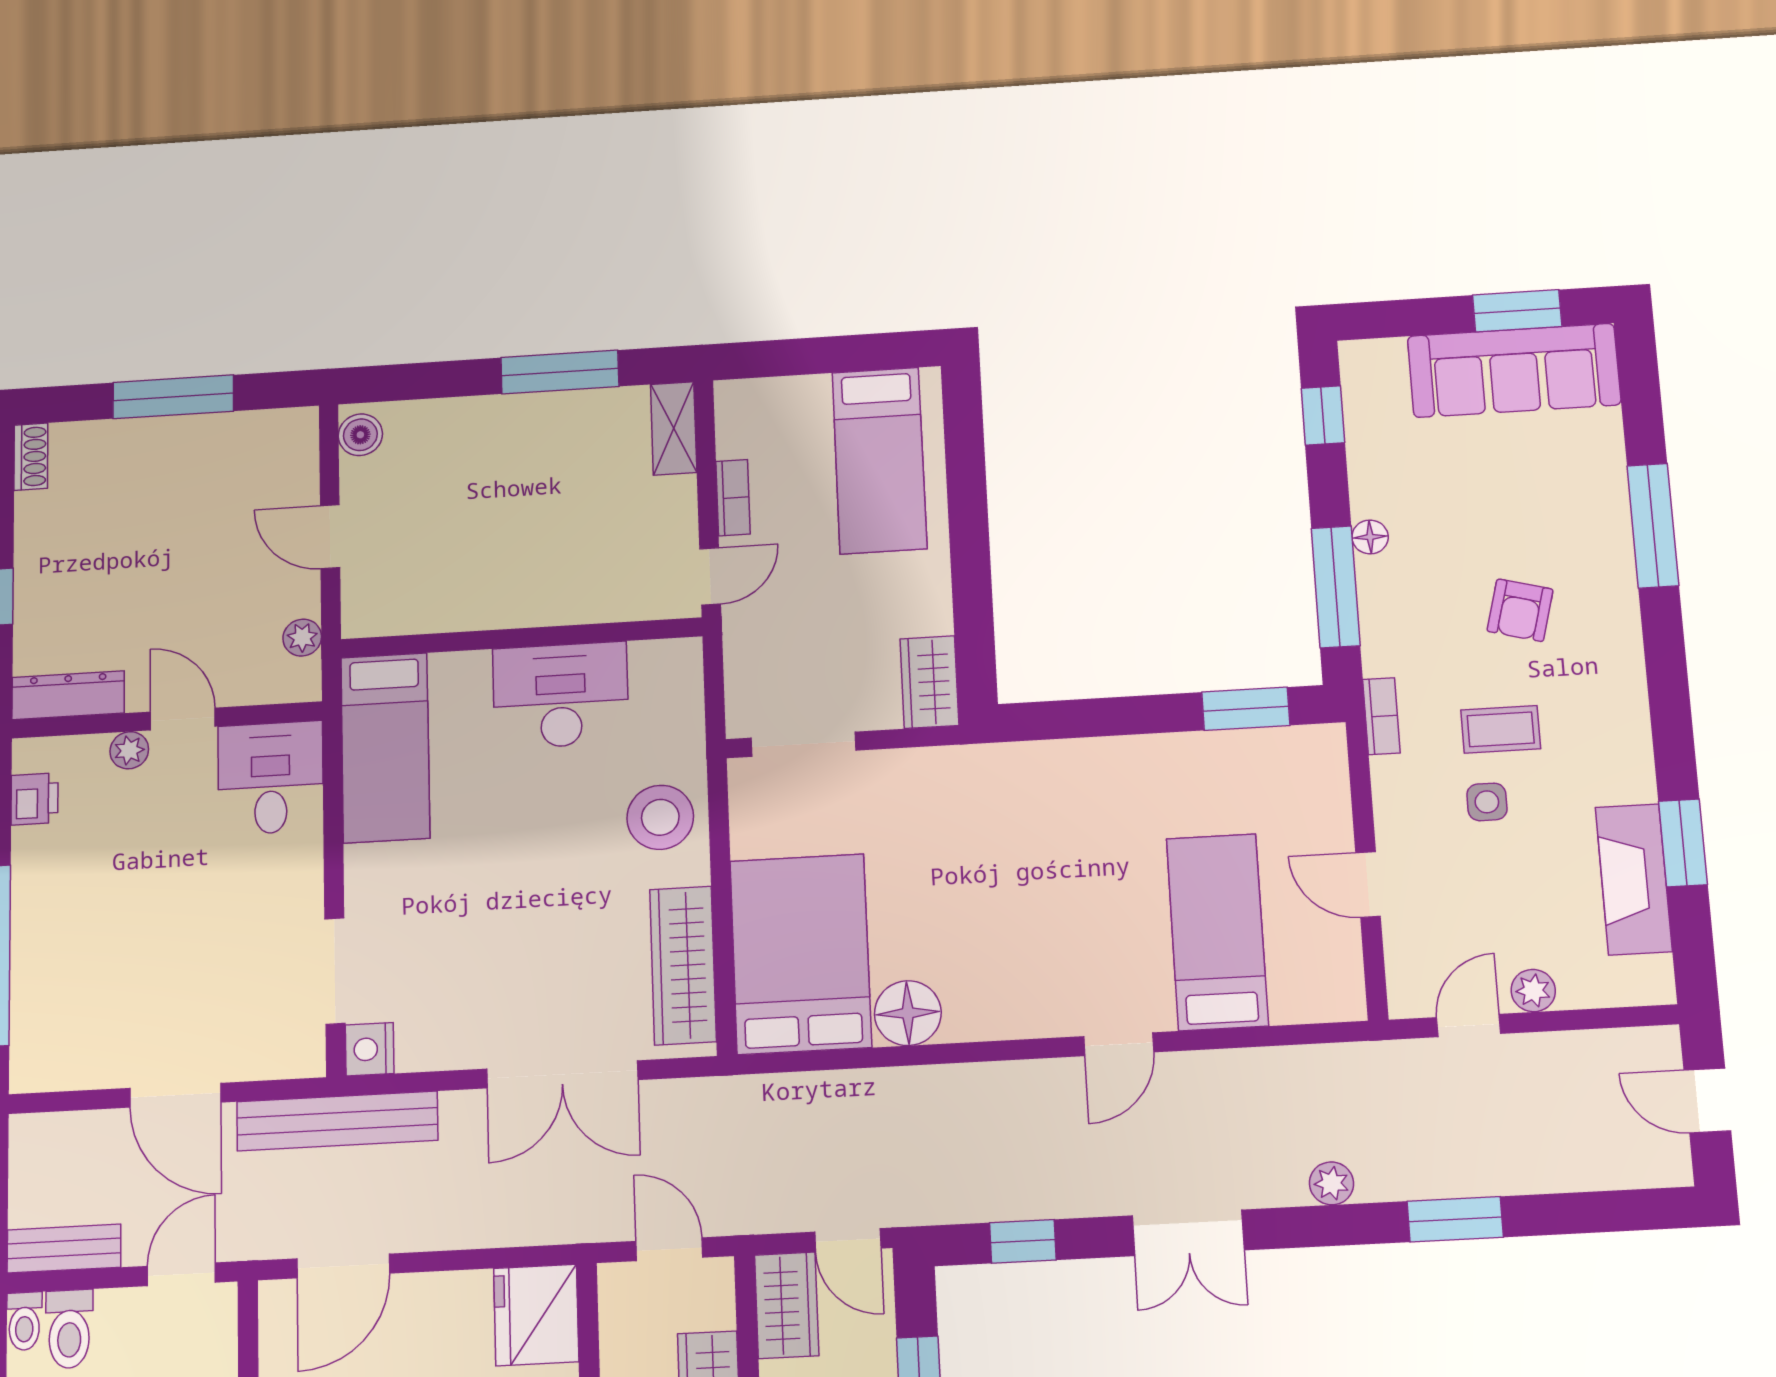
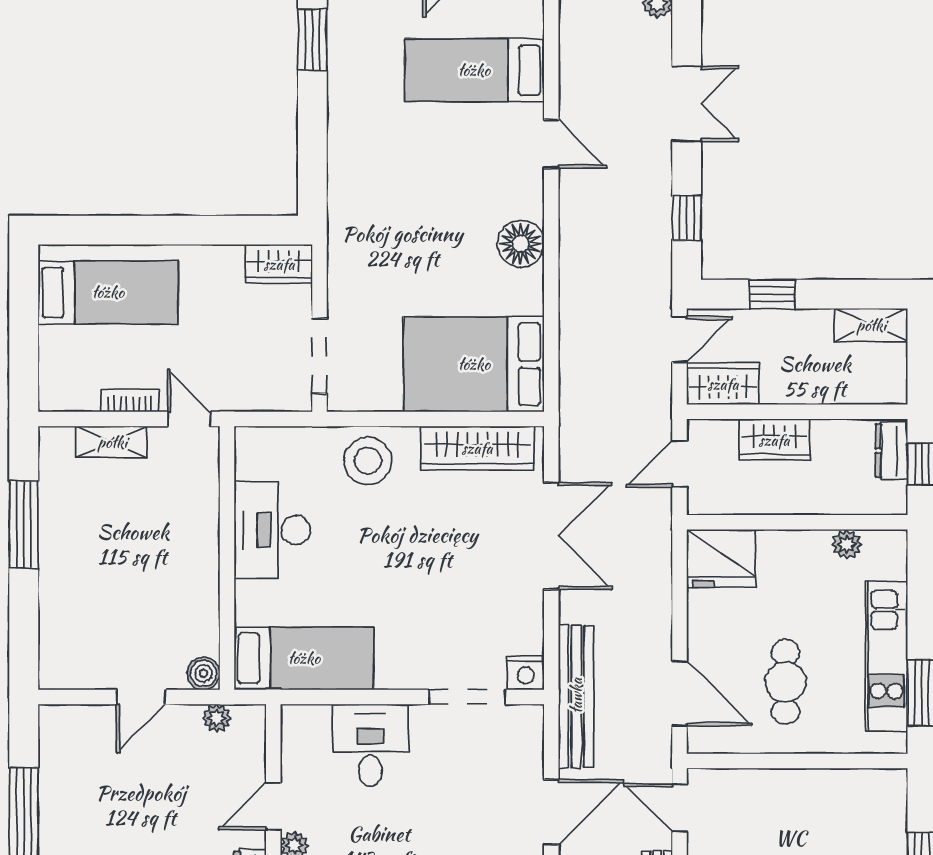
shelving: (674, 428) -> (112, 442), moved
boiler: (360, 435) -> (203, 673), moved
desk: (271, 778) -> (371, 745), moved, turned 90
floor lamp: (908, 1013) -> (521, 244), moved

